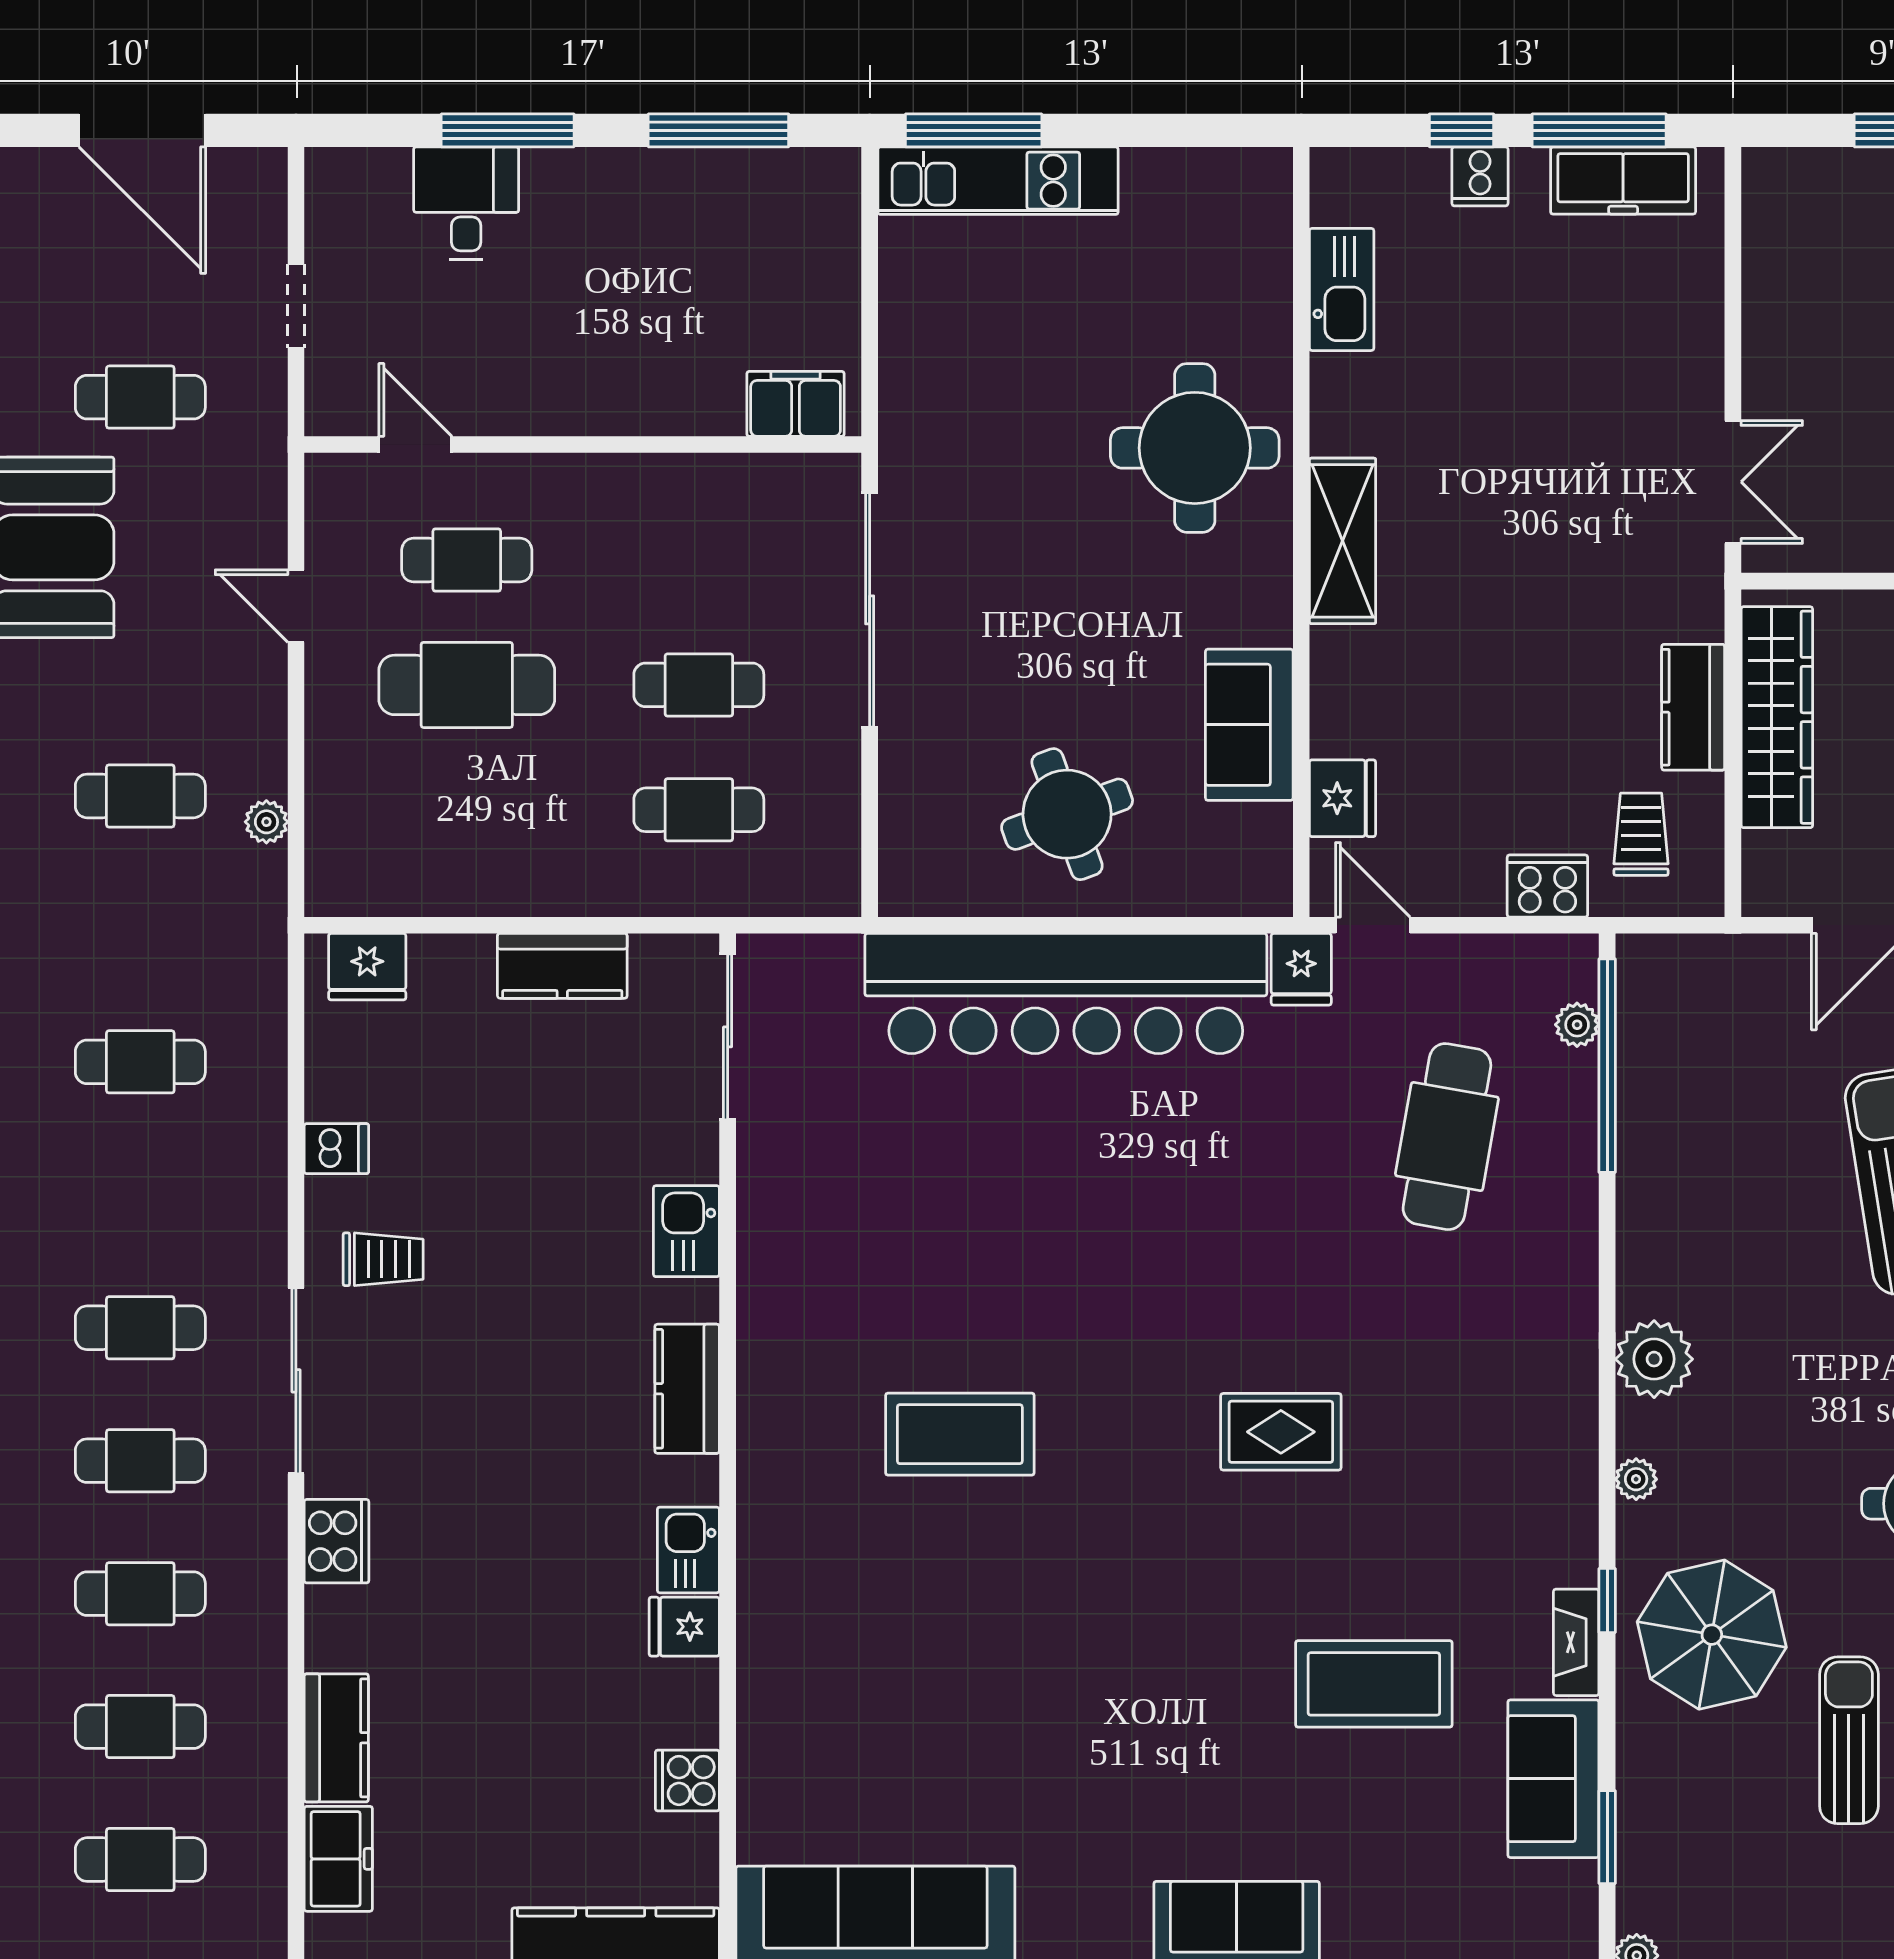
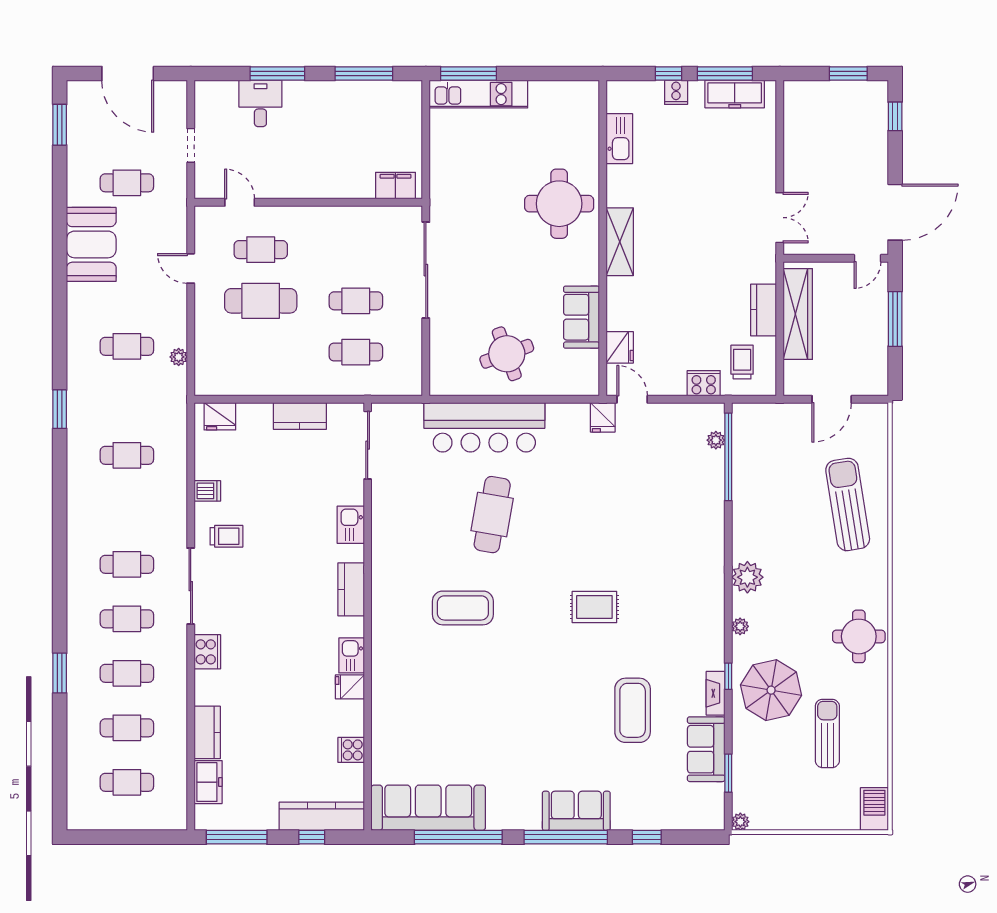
bar counter: (1066, 994) -> (484, 427), width x0.73
cafe table: (1447, 1137) -> (492, 515), moved
coffee table: (1374, 1684) -> (633, 710), turned 90

